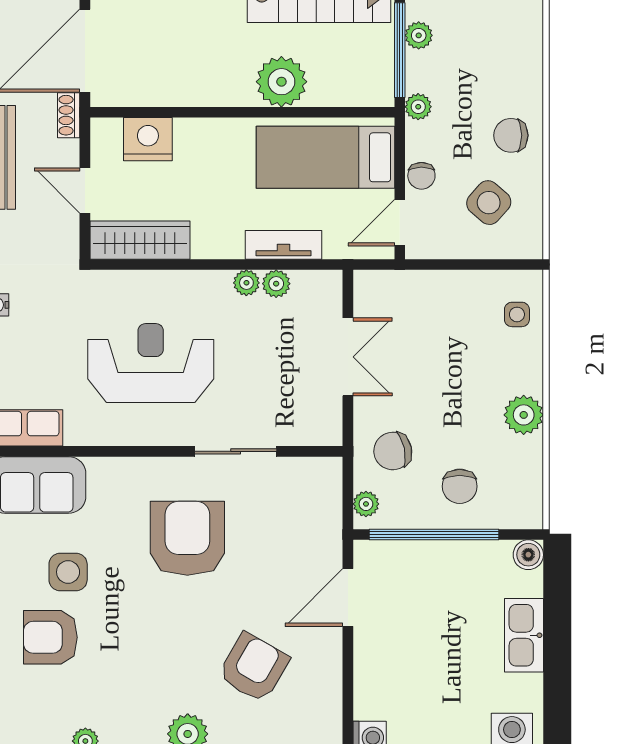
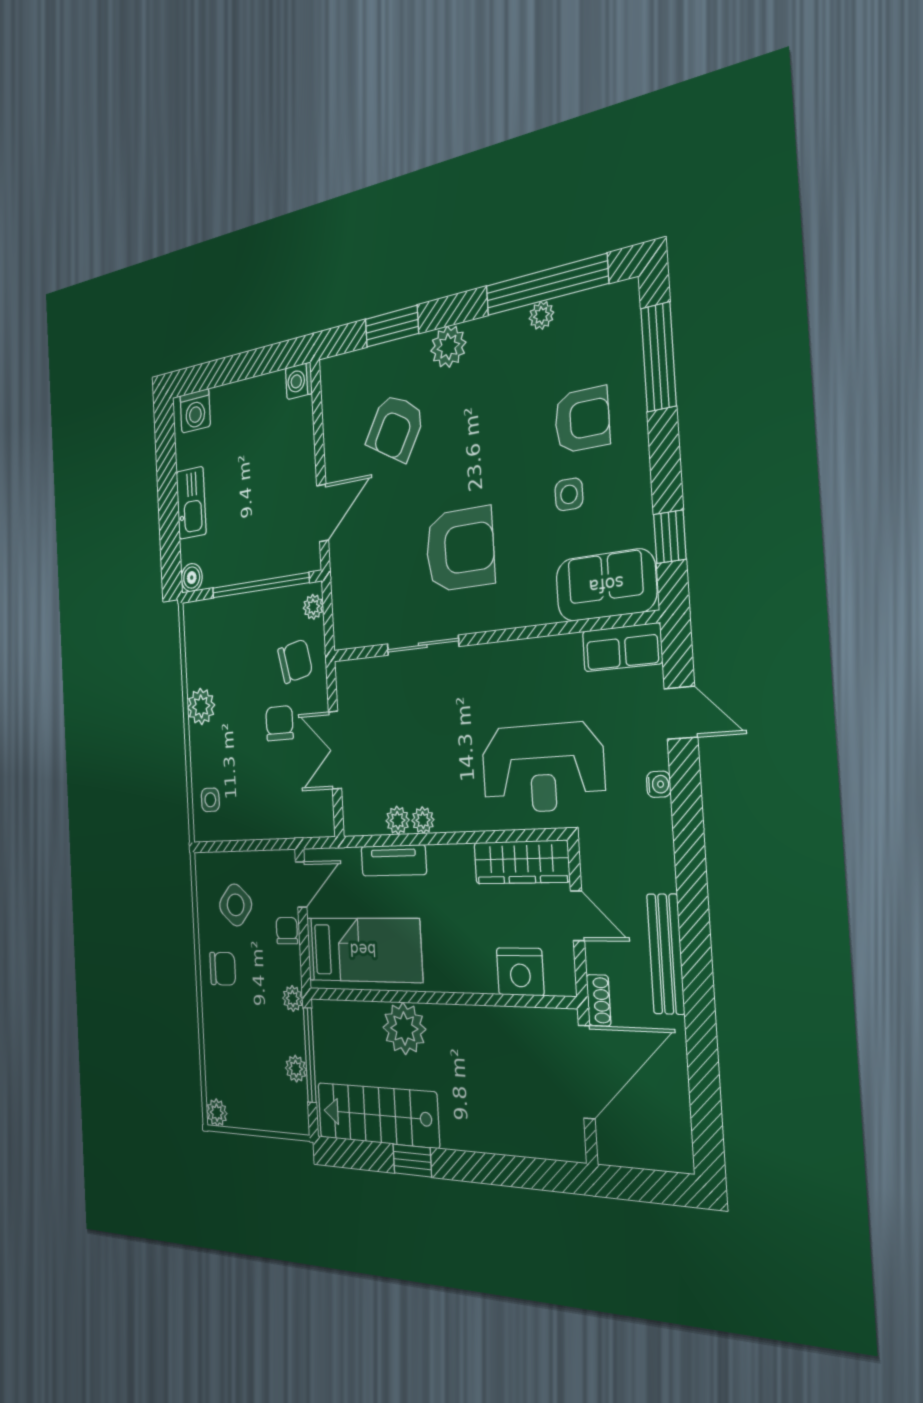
reception desk: (151, 363) -> (542, 768), moved
chair: (460, 486) -> (279, 723), moved
armchair: (187, 538) -> (460, 549), turned -90
side table: (68, 572) -> (569, 494), width x0.73, depth x0.73

